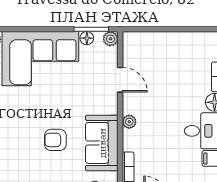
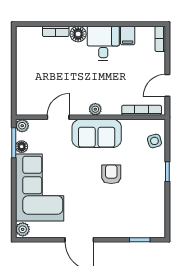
armchair: (55, 140) -> (111, 174), turned 180
sofa: (102, 143) -> (97, 133), moved

